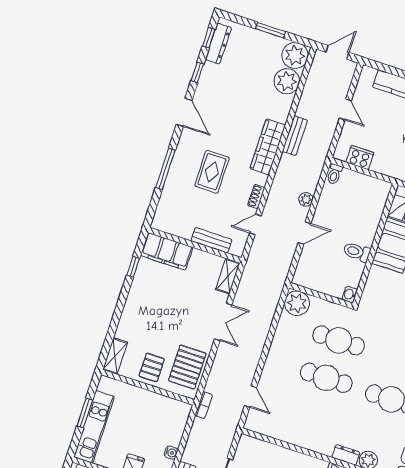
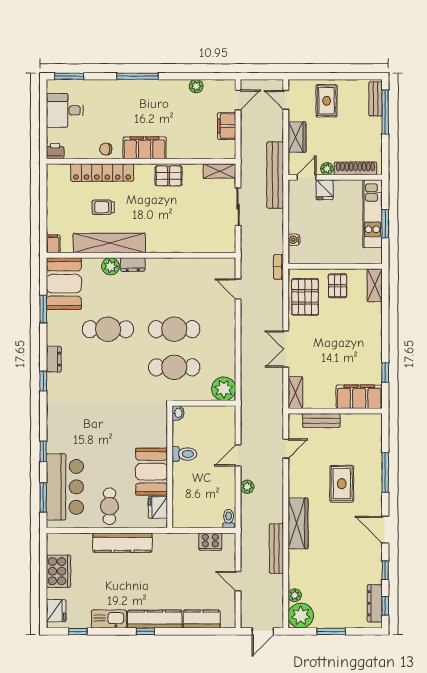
plant: (287, 81) -> (295, 595), width x0.53, depth x0.53
bench: (295, 136) -> (276, 549), width x1.36
shoe rack: (256, 196) -> (294, 474), removed
water cooler: (171, 453) -> (294, 240), moved

